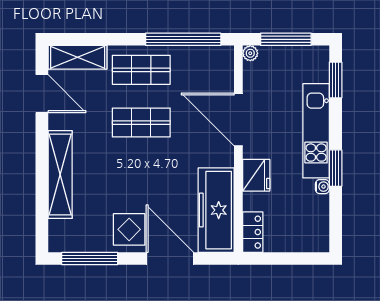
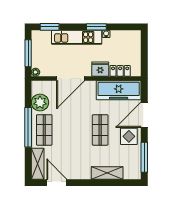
window: (183, 39) -> (28, 127), moved
plant: (193, 62) -> (40, 103), added
door: (42, 94) -> (57, 183), hinge flipped
shop shelf: (141, 123) -> (100, 130), moved
shelving: (60, 175) -> (107, 173), width x0.68
locker: (253, 232) -> (120, 71), moved

